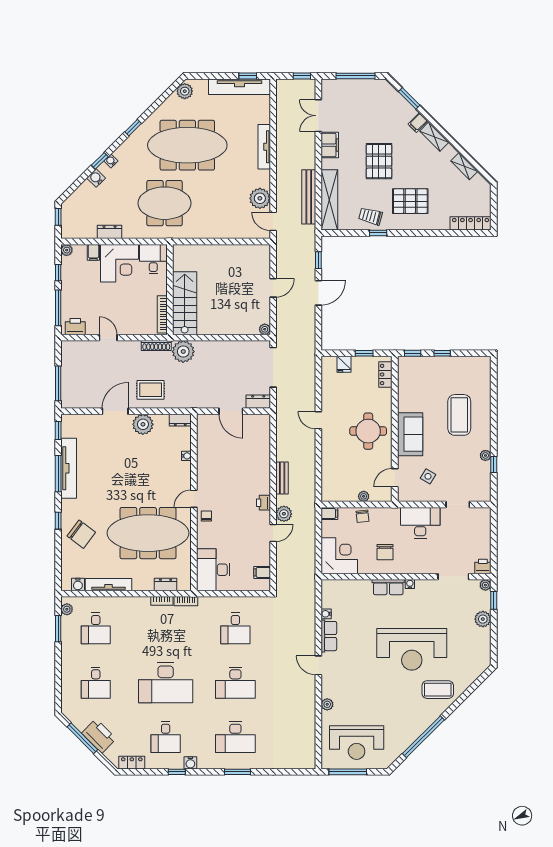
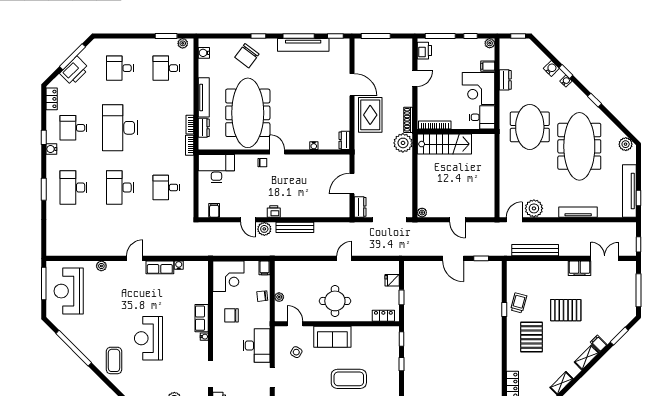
shelving: (329, 200) -> (533, 268), removed
rug: (151, 390) -> (370, 115), width x1.36, depth x1.43
plant: (143, 424) -> (341, 108), removed
bench: (282, 478) -> (295, 227), width x1.36
tv unit: (109, 585) -> (204, 97), moved
reception desk: (412, 649) -> (148, 338), width x0.74, depth x0.77

